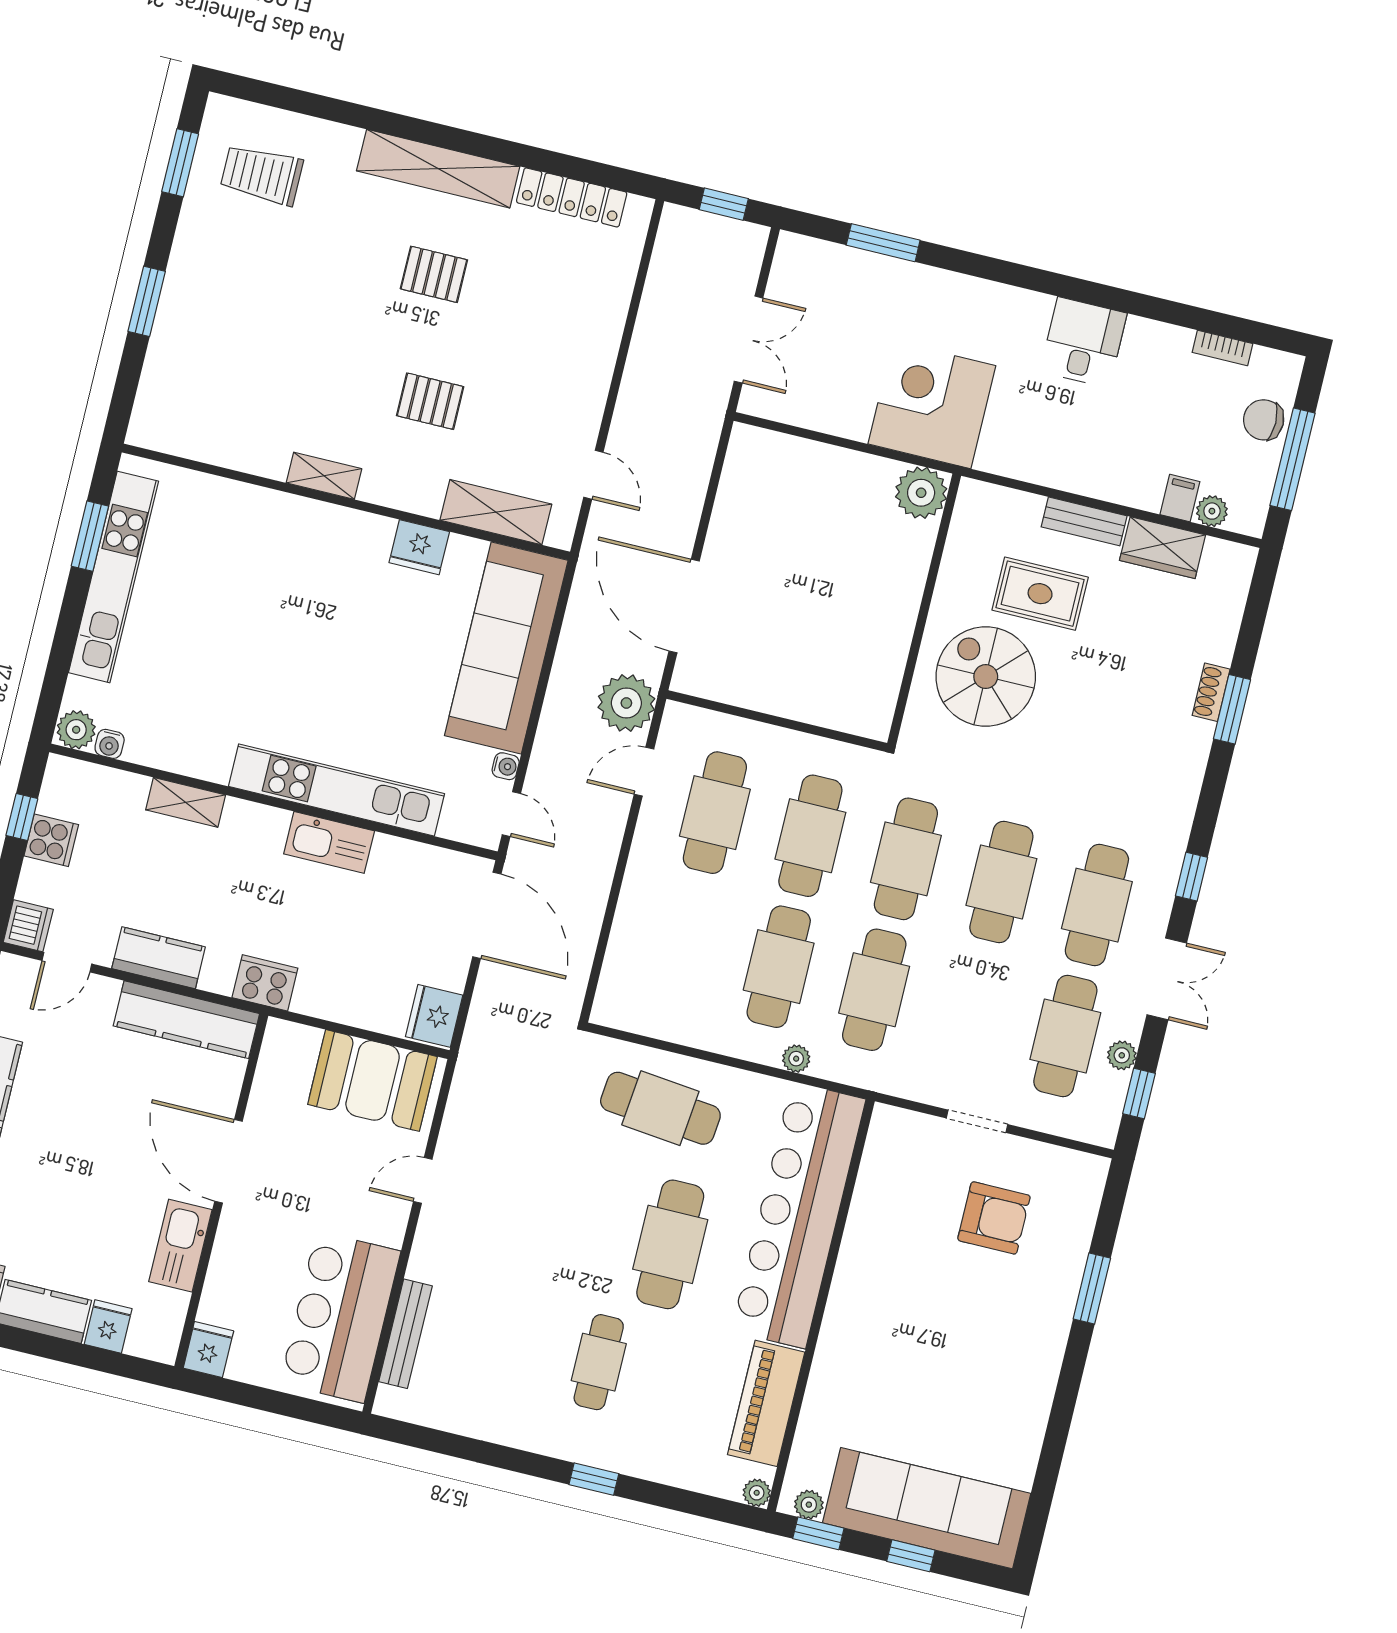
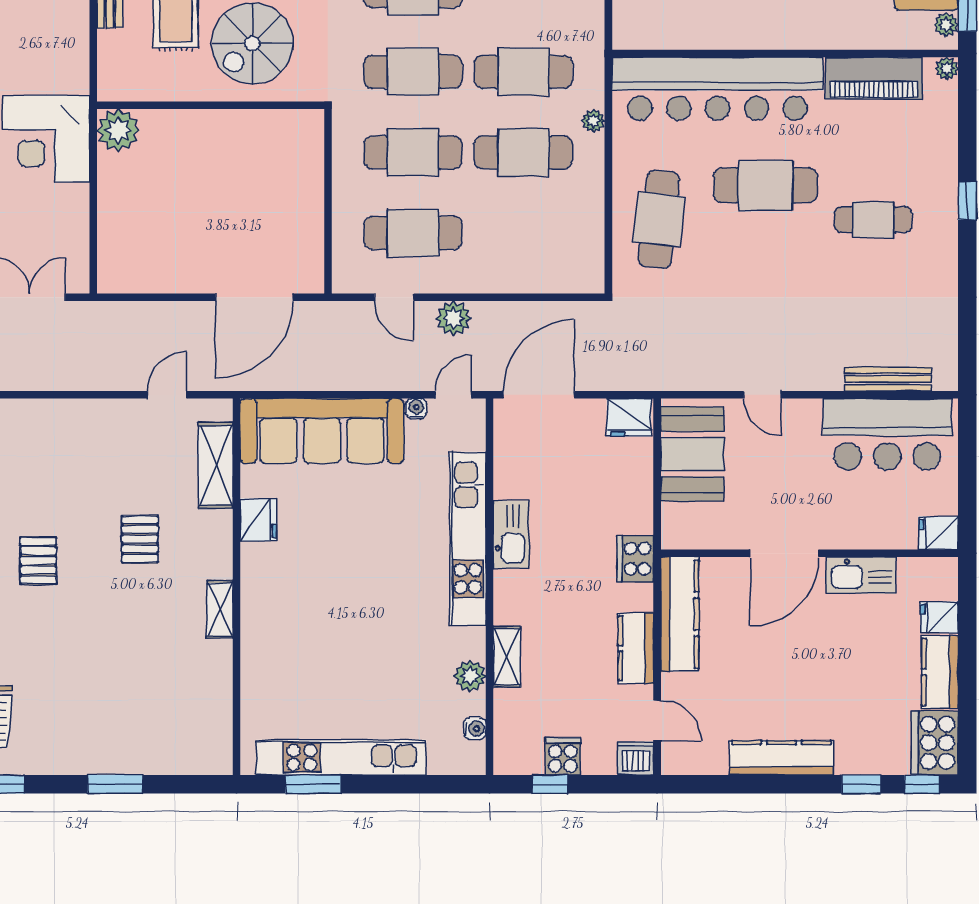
plant: (626, 703) -> (454, 318), moved, width x0.73, depth x0.73
plant: (76, 730) -> (470, 676), moved

